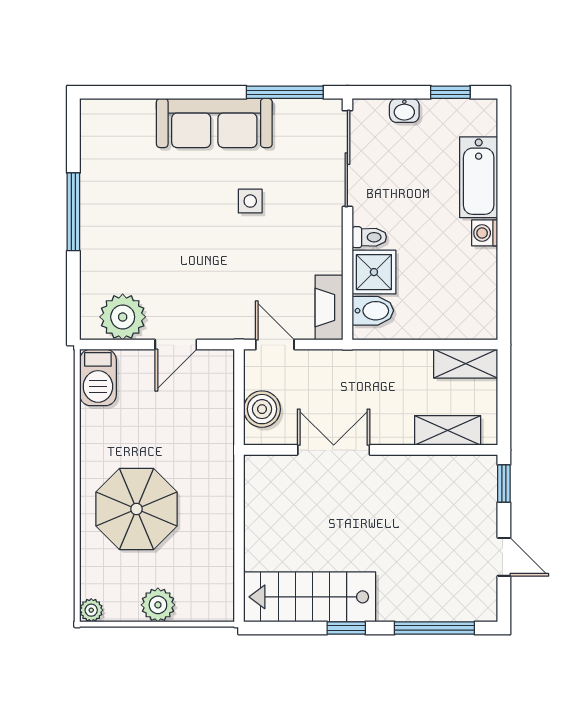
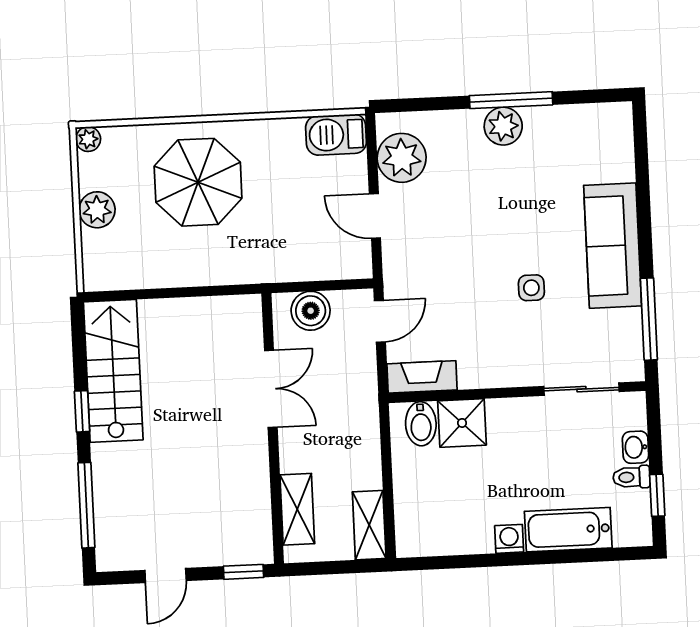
sliding door: (347, 159) -> (581, 389), width x0.73
plant: (97, 220) -> (503, 126), added
toilet: (369, 237) -> (631, 477), moved, turned 90

